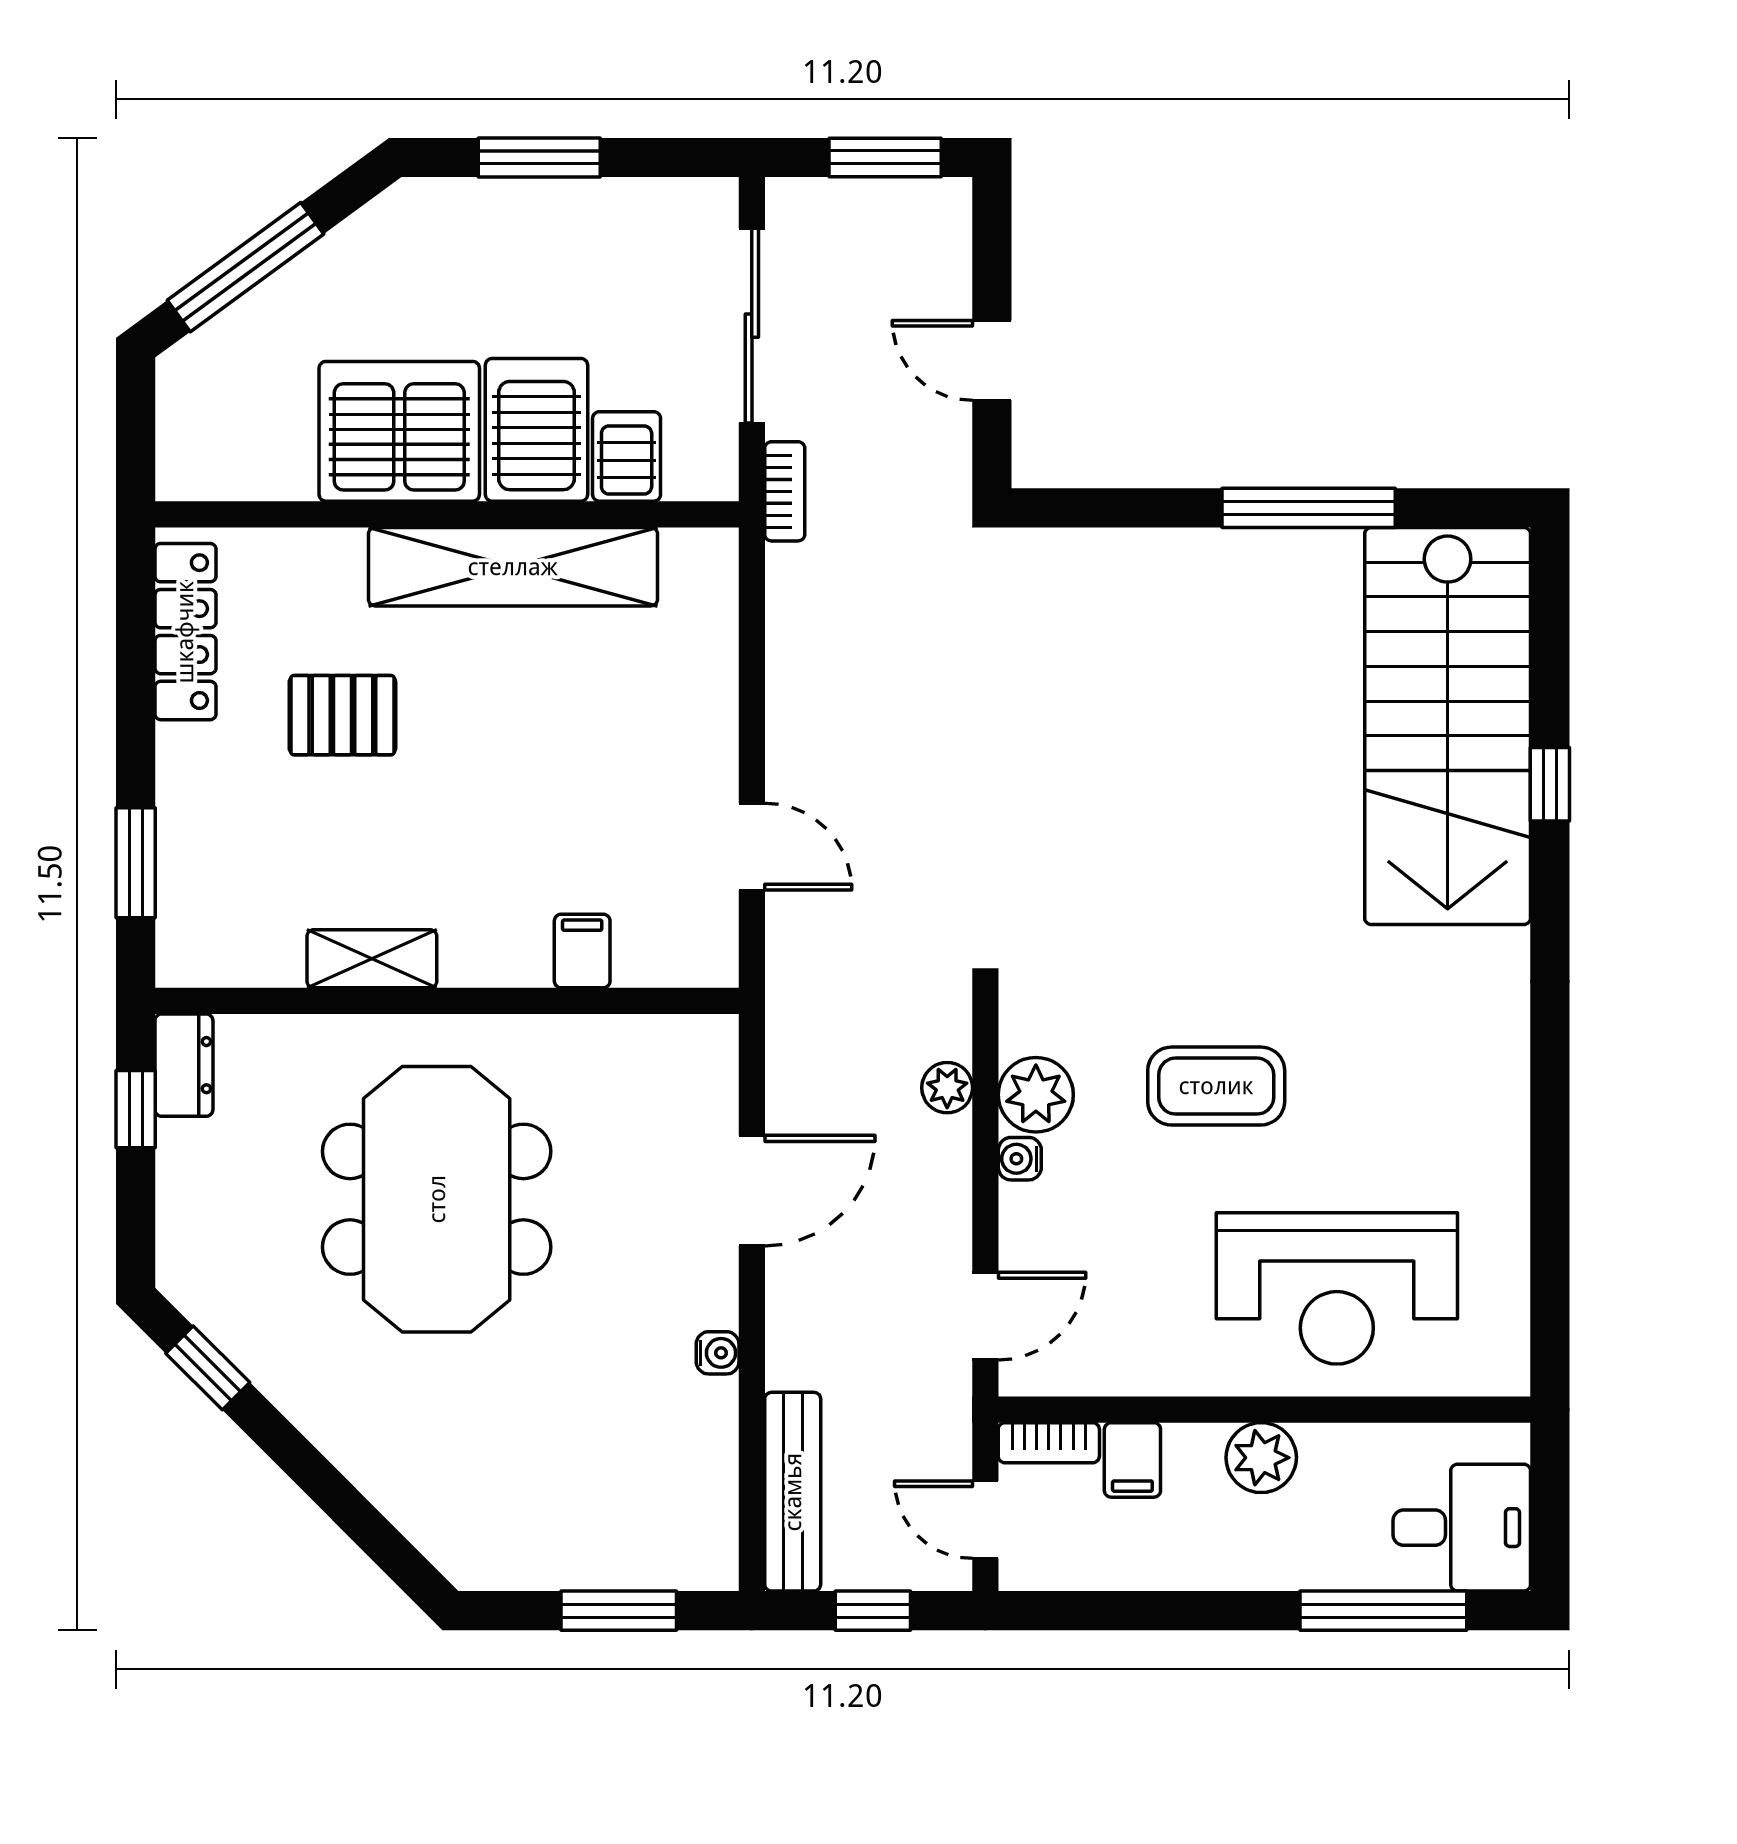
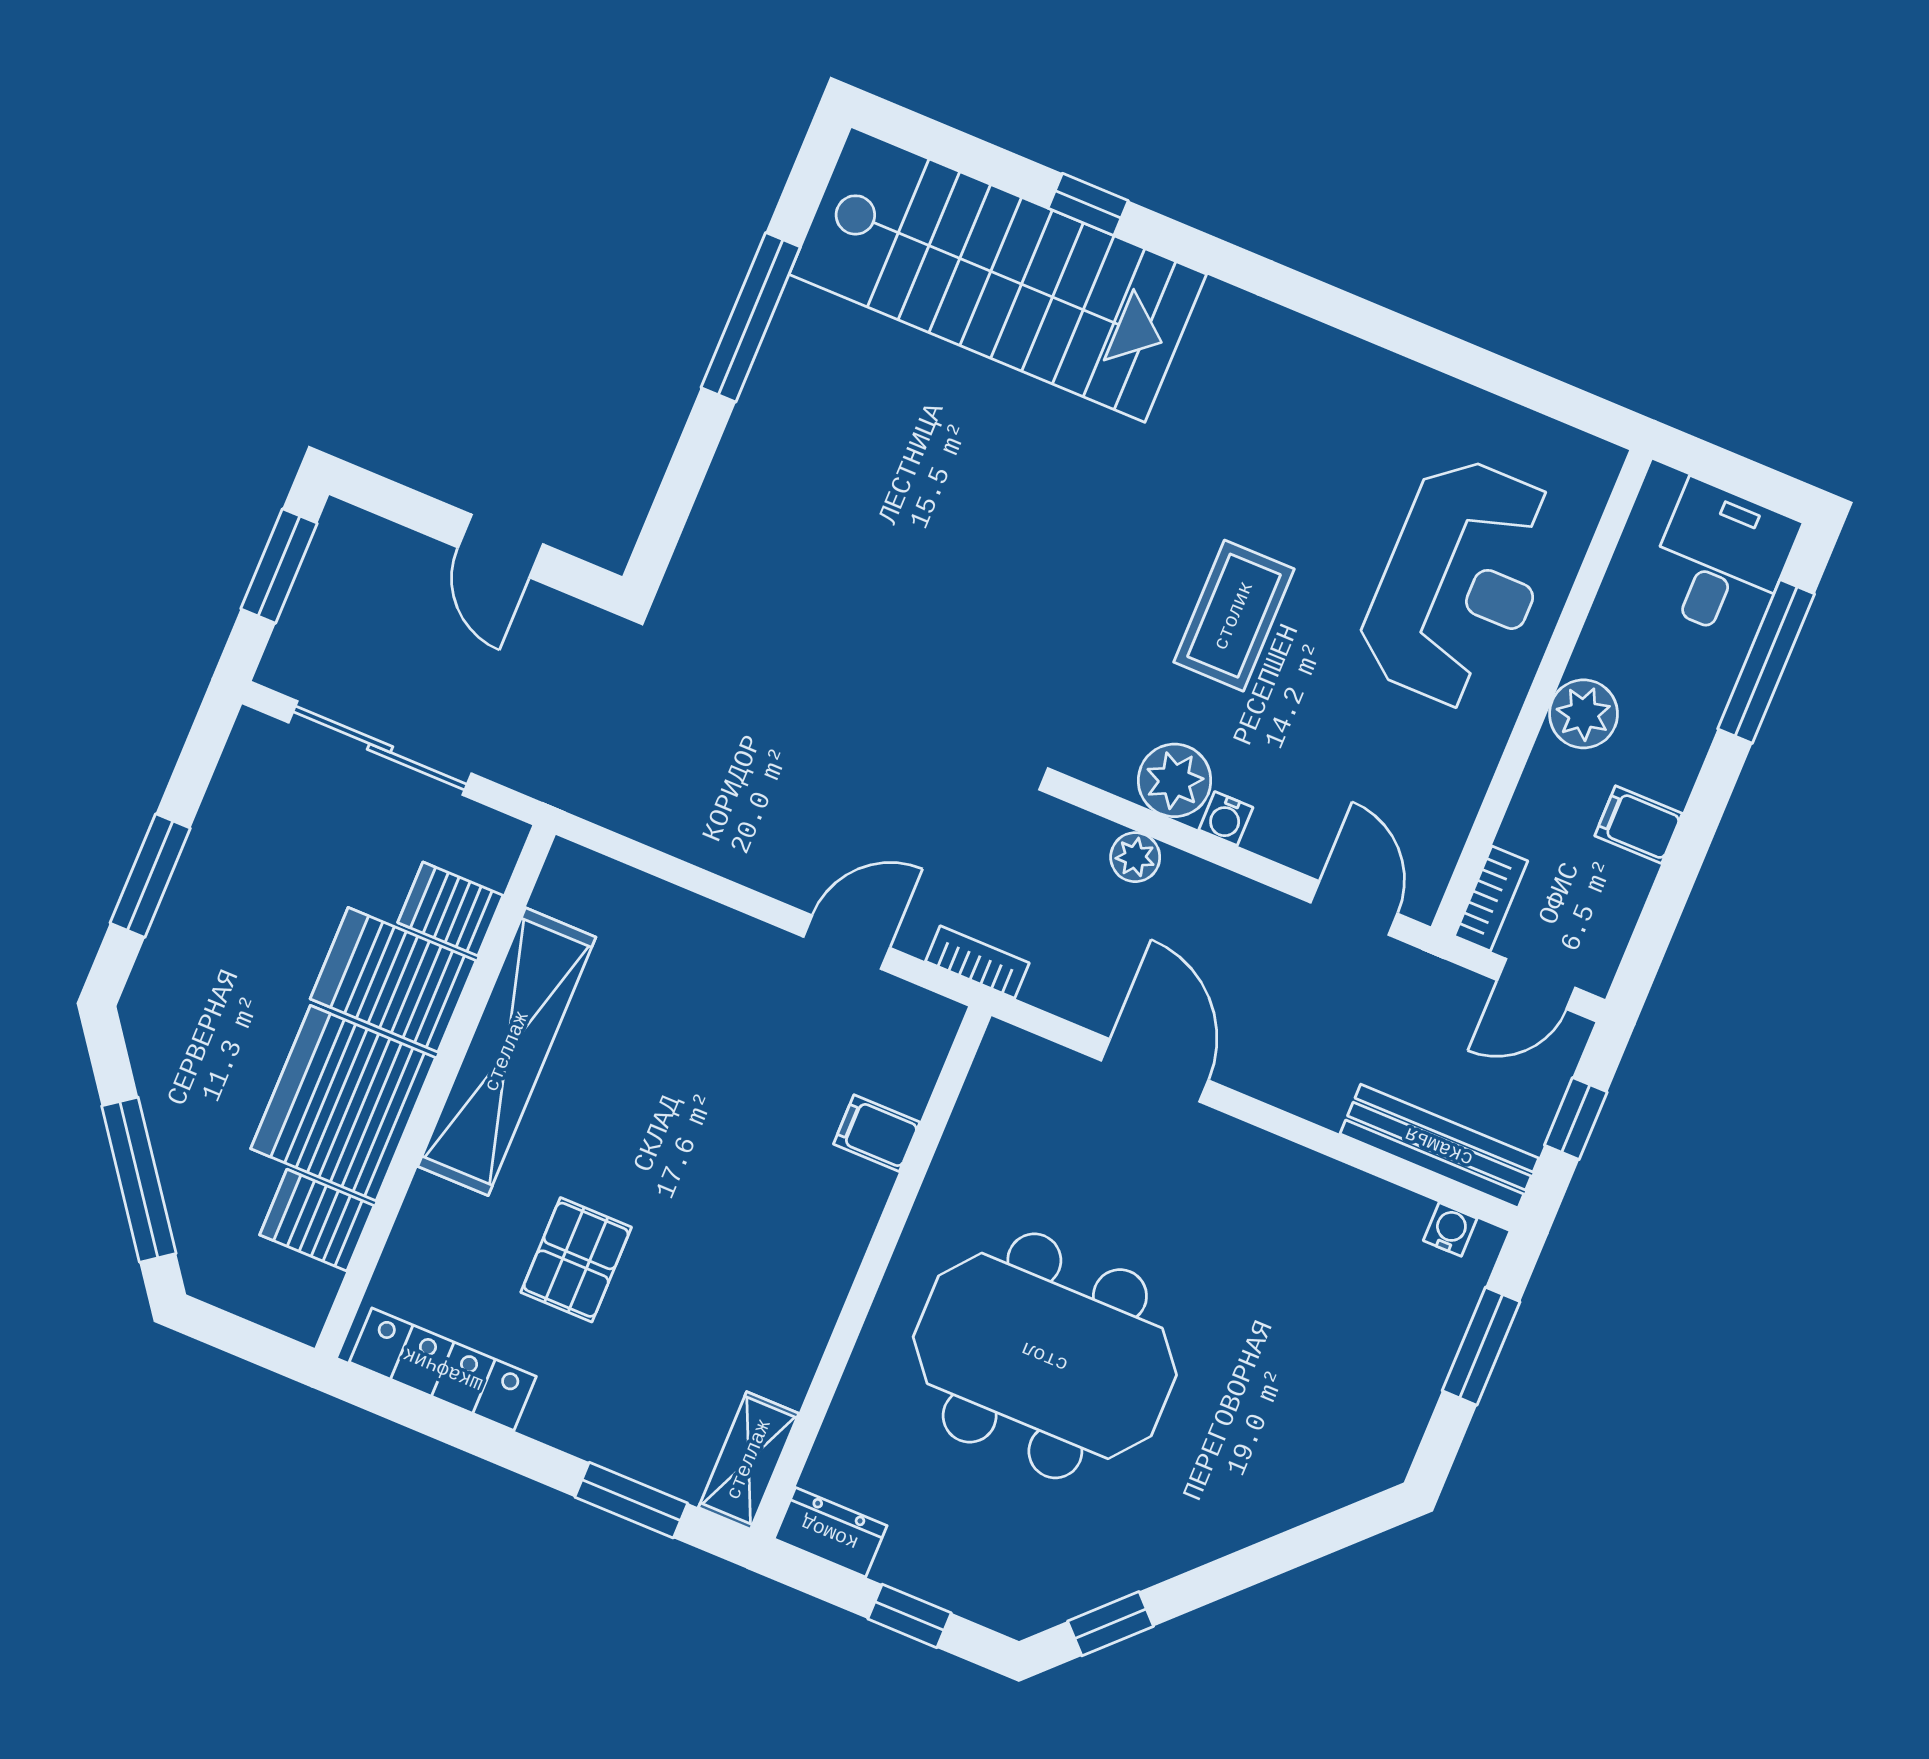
door: (992, 360) -> (501, 546), hinge flipped
server rack: (277, 453) -> (317, 1220), added
bookcase: (785, 491) -> (977, 962), moved
shelving: (372, 959) -> (749, 1460), moved
window: (136, 1109) -> (910, 1616), moved
water cooler: (718, 1353) -> (1450, 1229), moved
filing cabinet: (1132, 1460) -> (1638, 825), moved, turned 180

